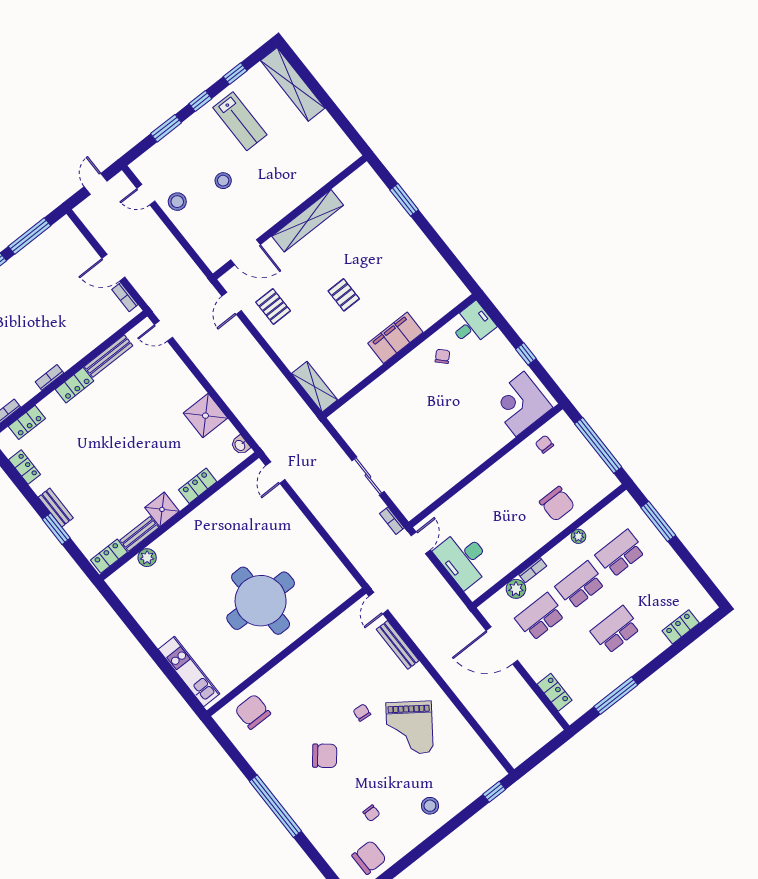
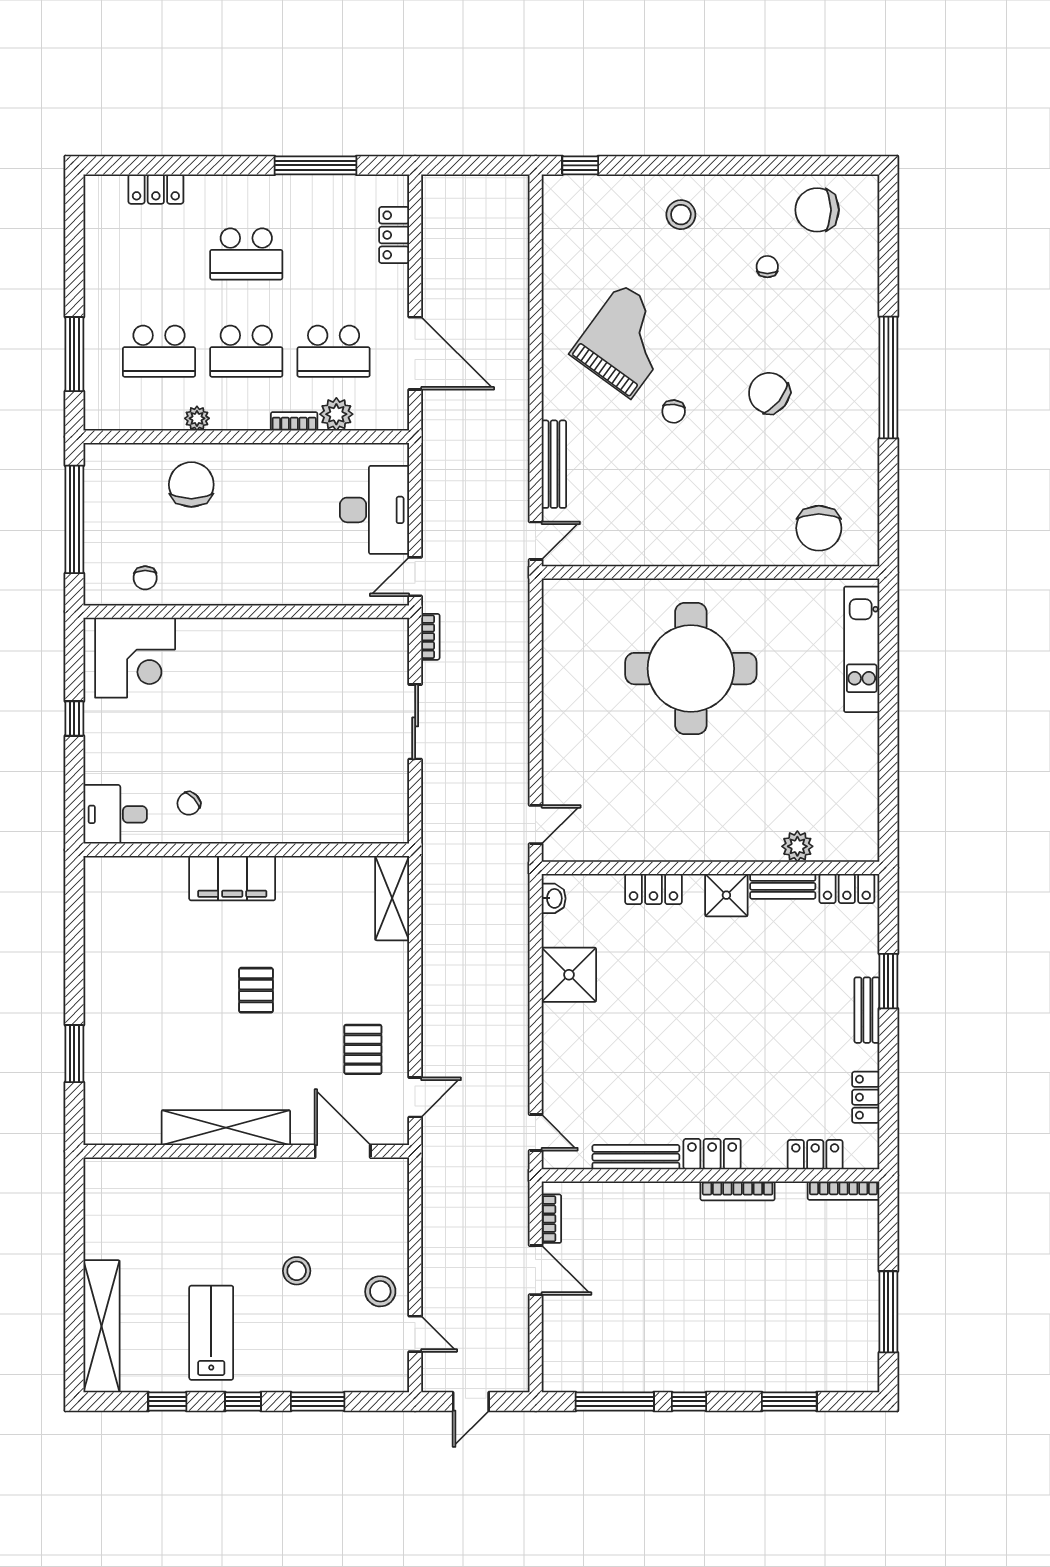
bookcase: (49, 377) -> (738, 1191), width x1.56

